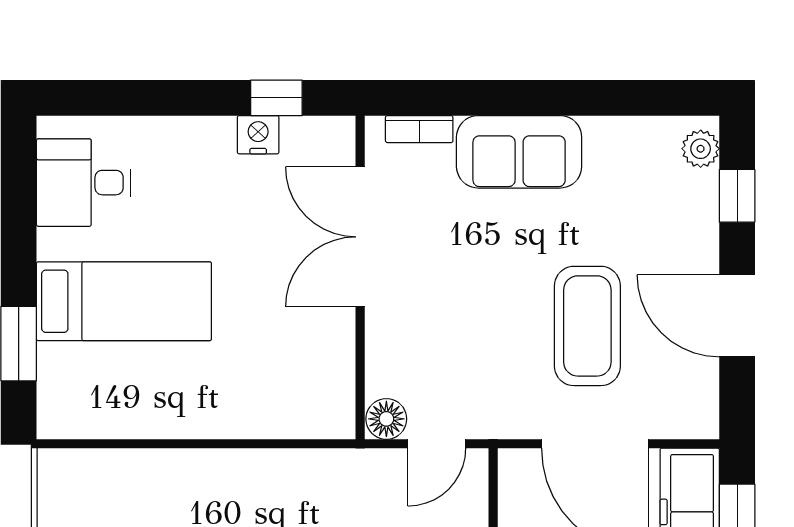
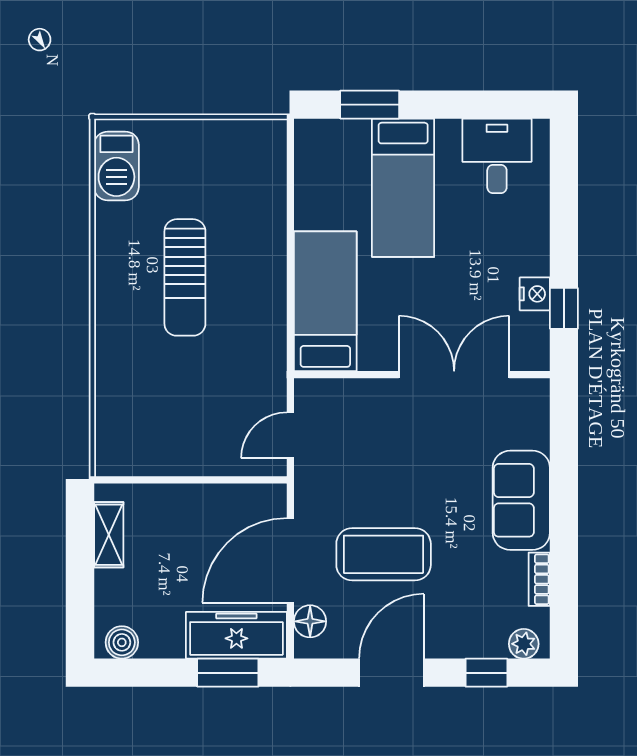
bookcase: (419, 129) -> (539, 579), moved
bed: (267, 400) -> (325, 301), added
floor lamp: (386, 419) -> (310, 621), moved
door: (437, 444) -> (290, 435), hinge flipped

